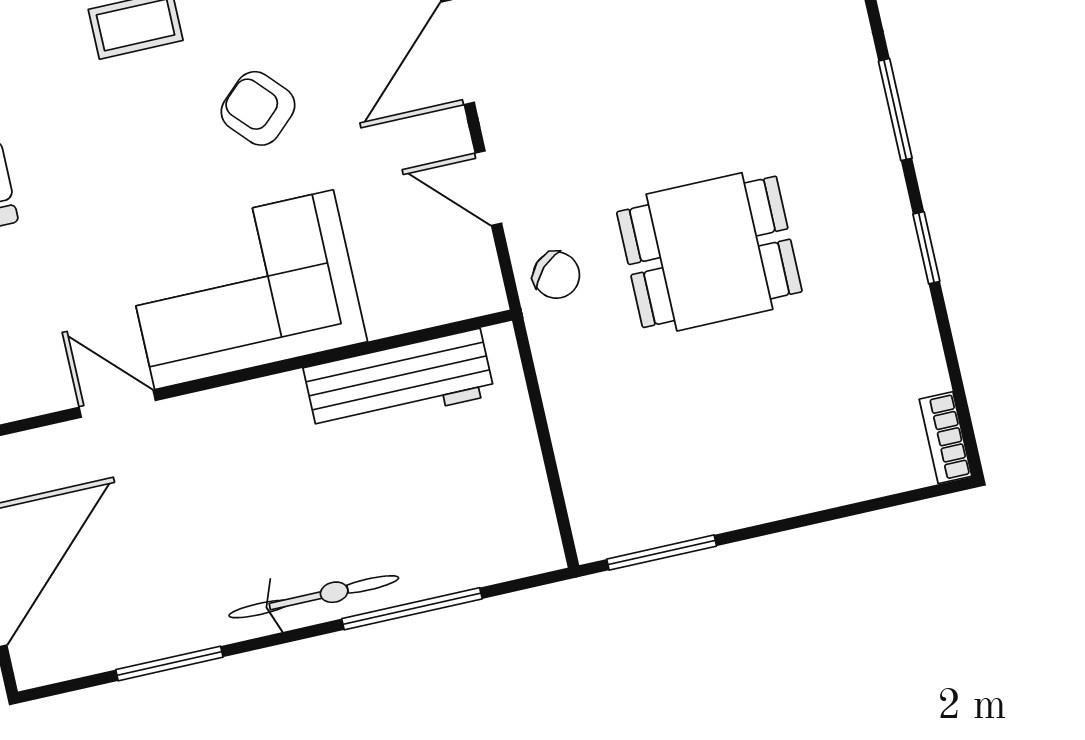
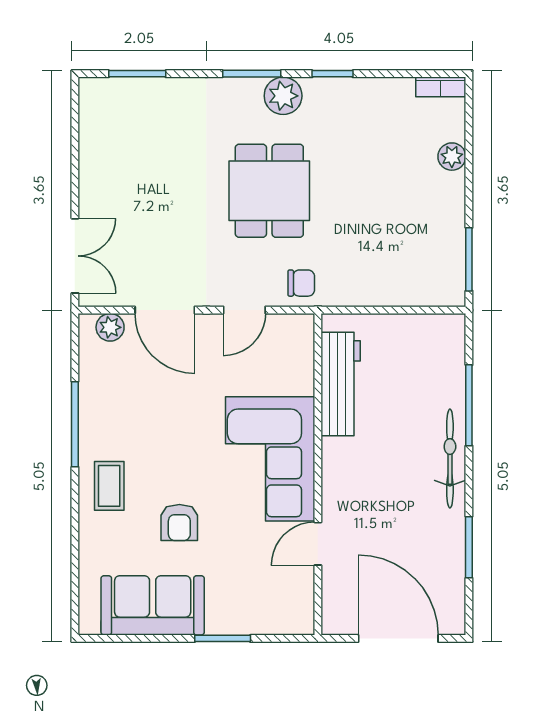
armchair: (258, 108) -> (179, 522), moved, turned -47
plant: (870, 172) -> (283, 96), added
dining table: (709, 252) -> (269, 191), moved
chair: (556, 275) -> (301, 283), turned 45
plant: (831, 484) -> (452, 157), added

